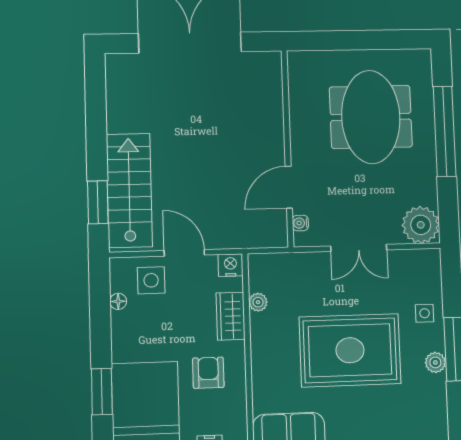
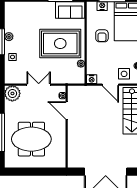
meeting table: (371, 117) -> (31, 139), turned 90
door: (289, 187) -> (67, 110), swing flipped
wardrobe: (231, 316) -> (92, 58), removed
rug: (350, 350) -> (60, 43), moved

